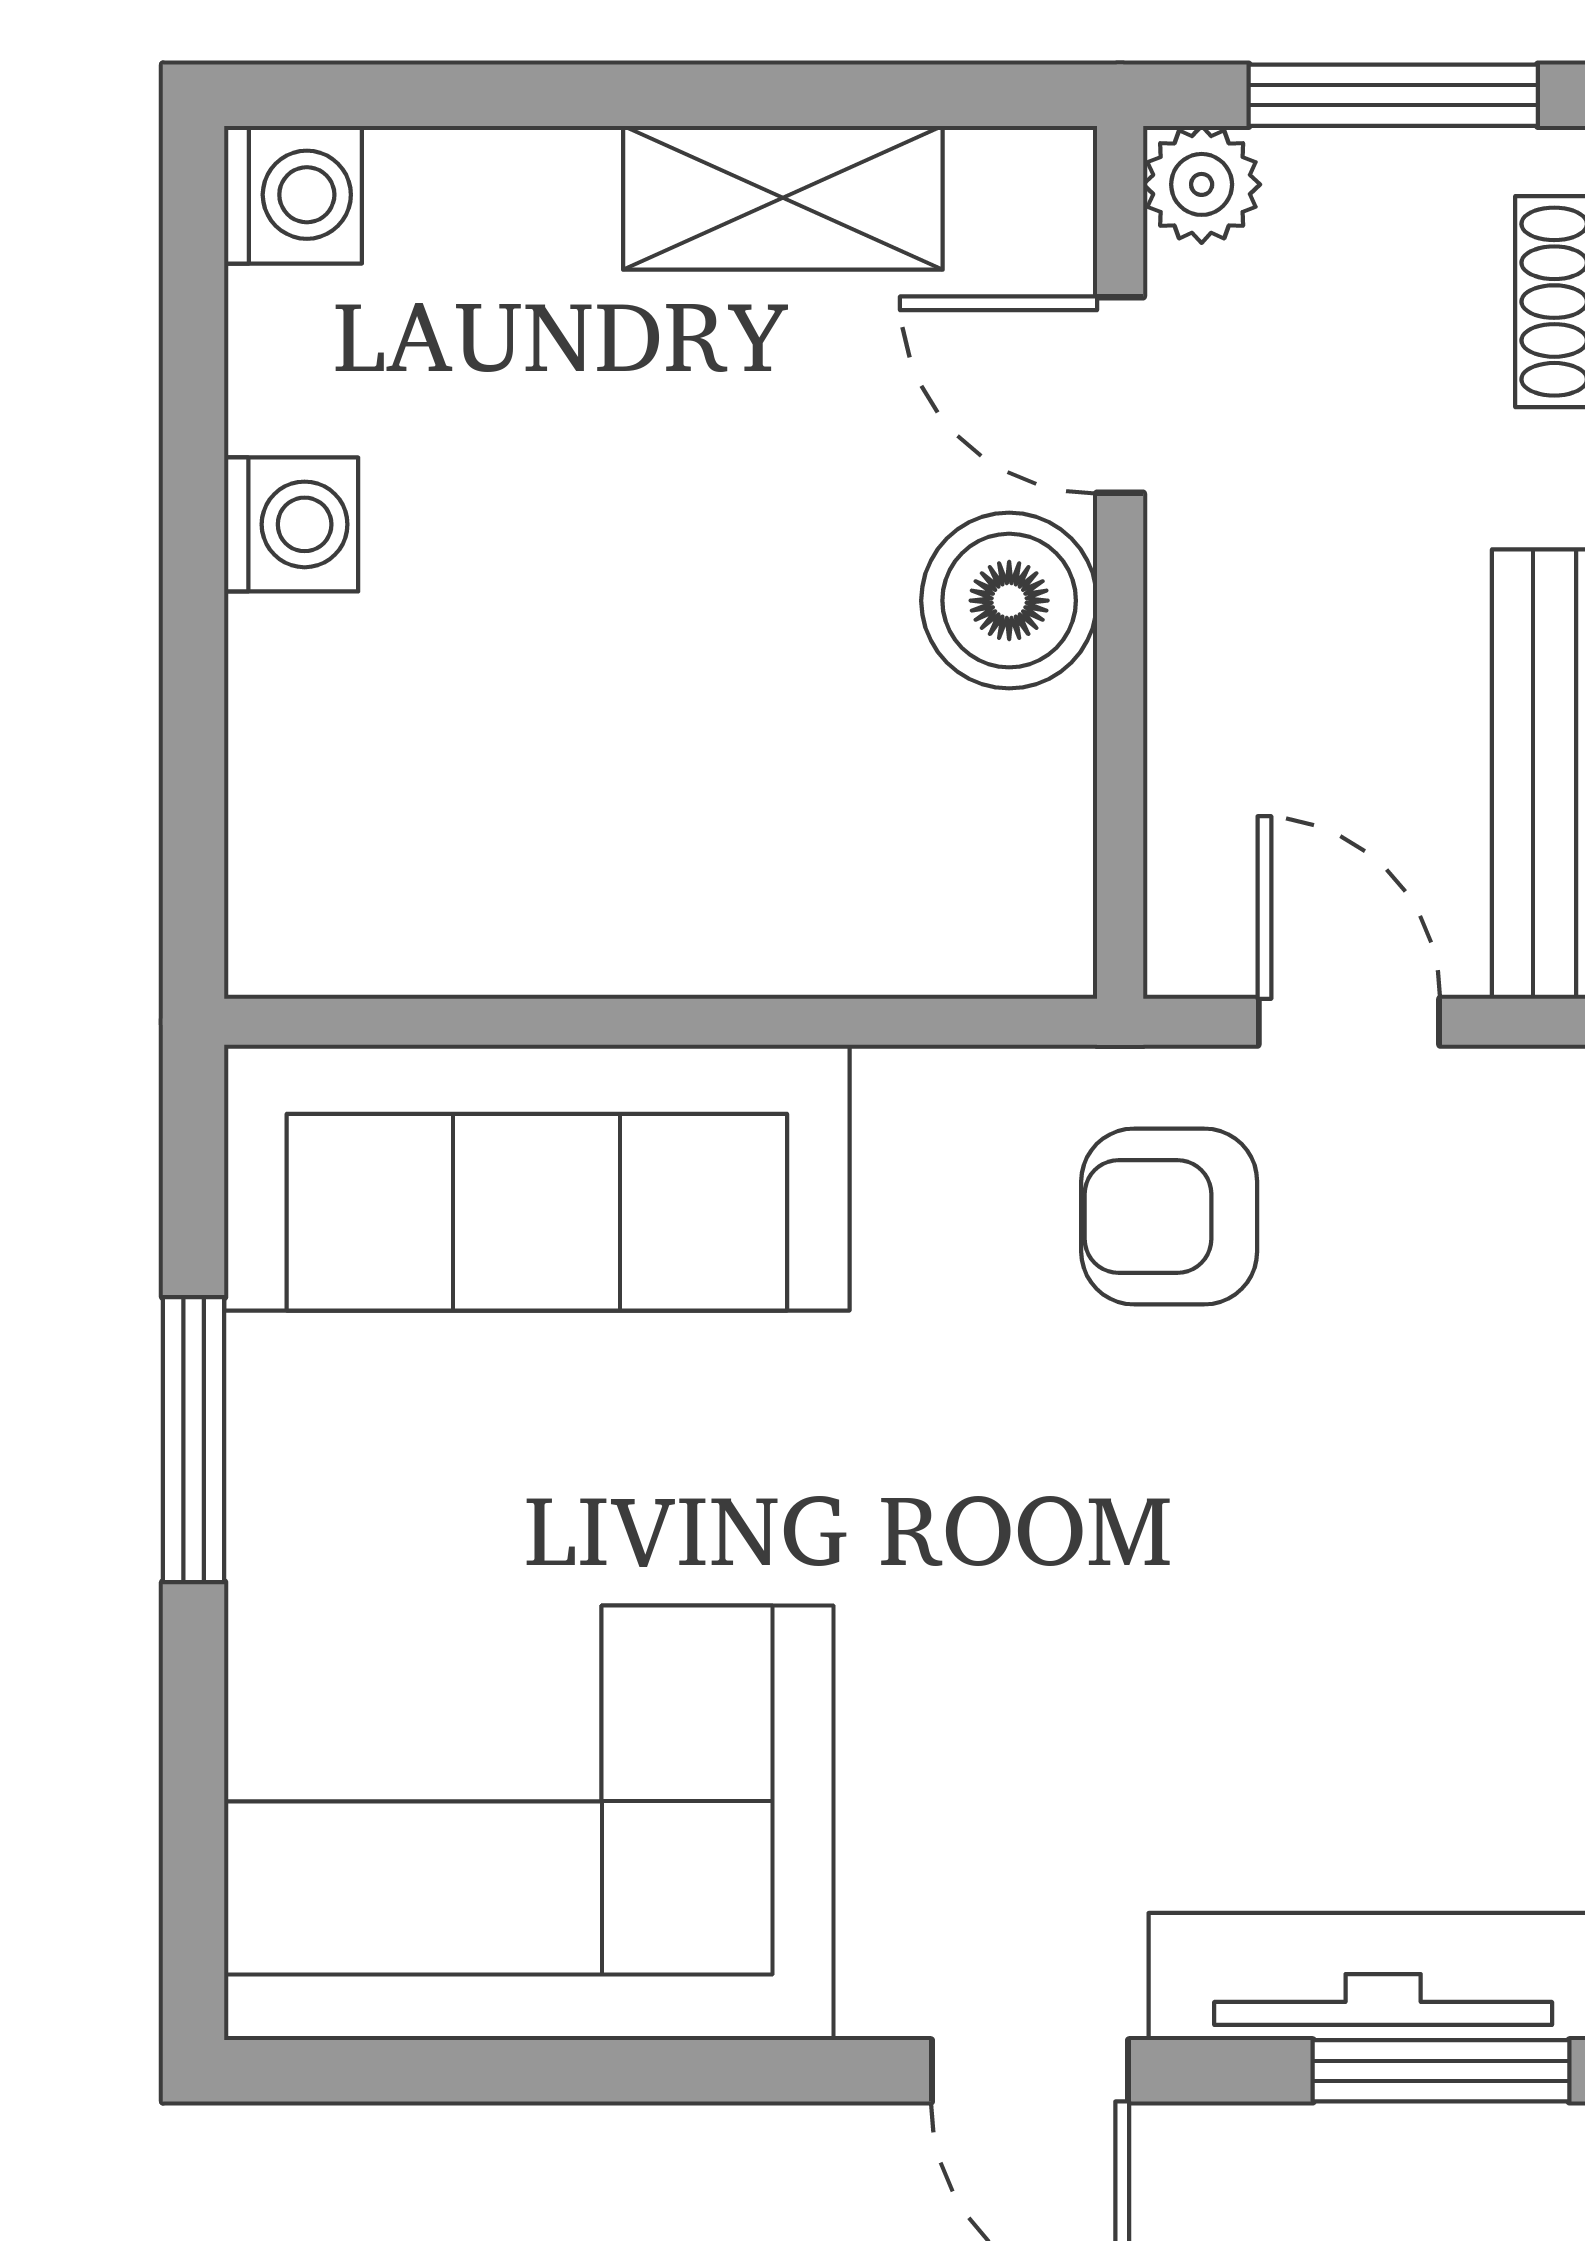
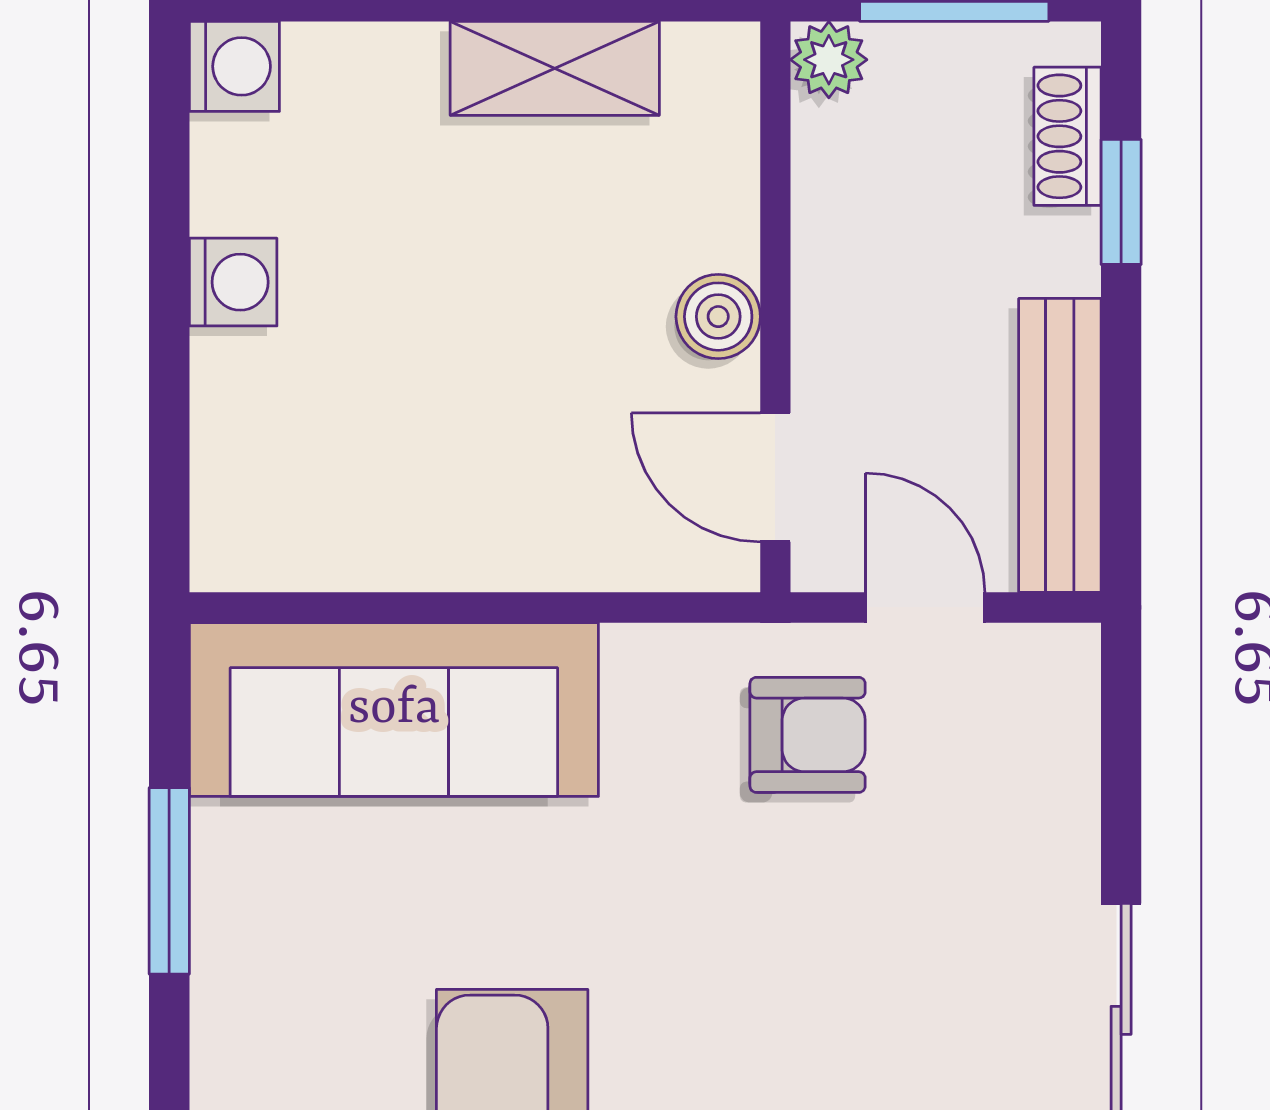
door: (1120, 395) -> (775, 477), moved
boiler: (1009, 601) -> (718, 317), width x0.73, depth x0.73
armchair: (1169, 1216) -> (808, 735), turned 180

